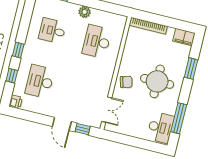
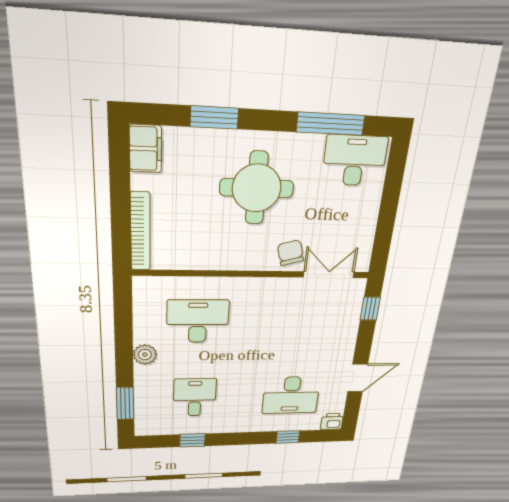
desk: (52, 31) -> (195, 397), turned 180
desk: (97, 42) -> (198, 321), turned 180
window: (18, 50) -> (192, 440), moved
chair: (126, 82) -> (290, 253), moved
door: (62, 124) -> (358, 378), moved

